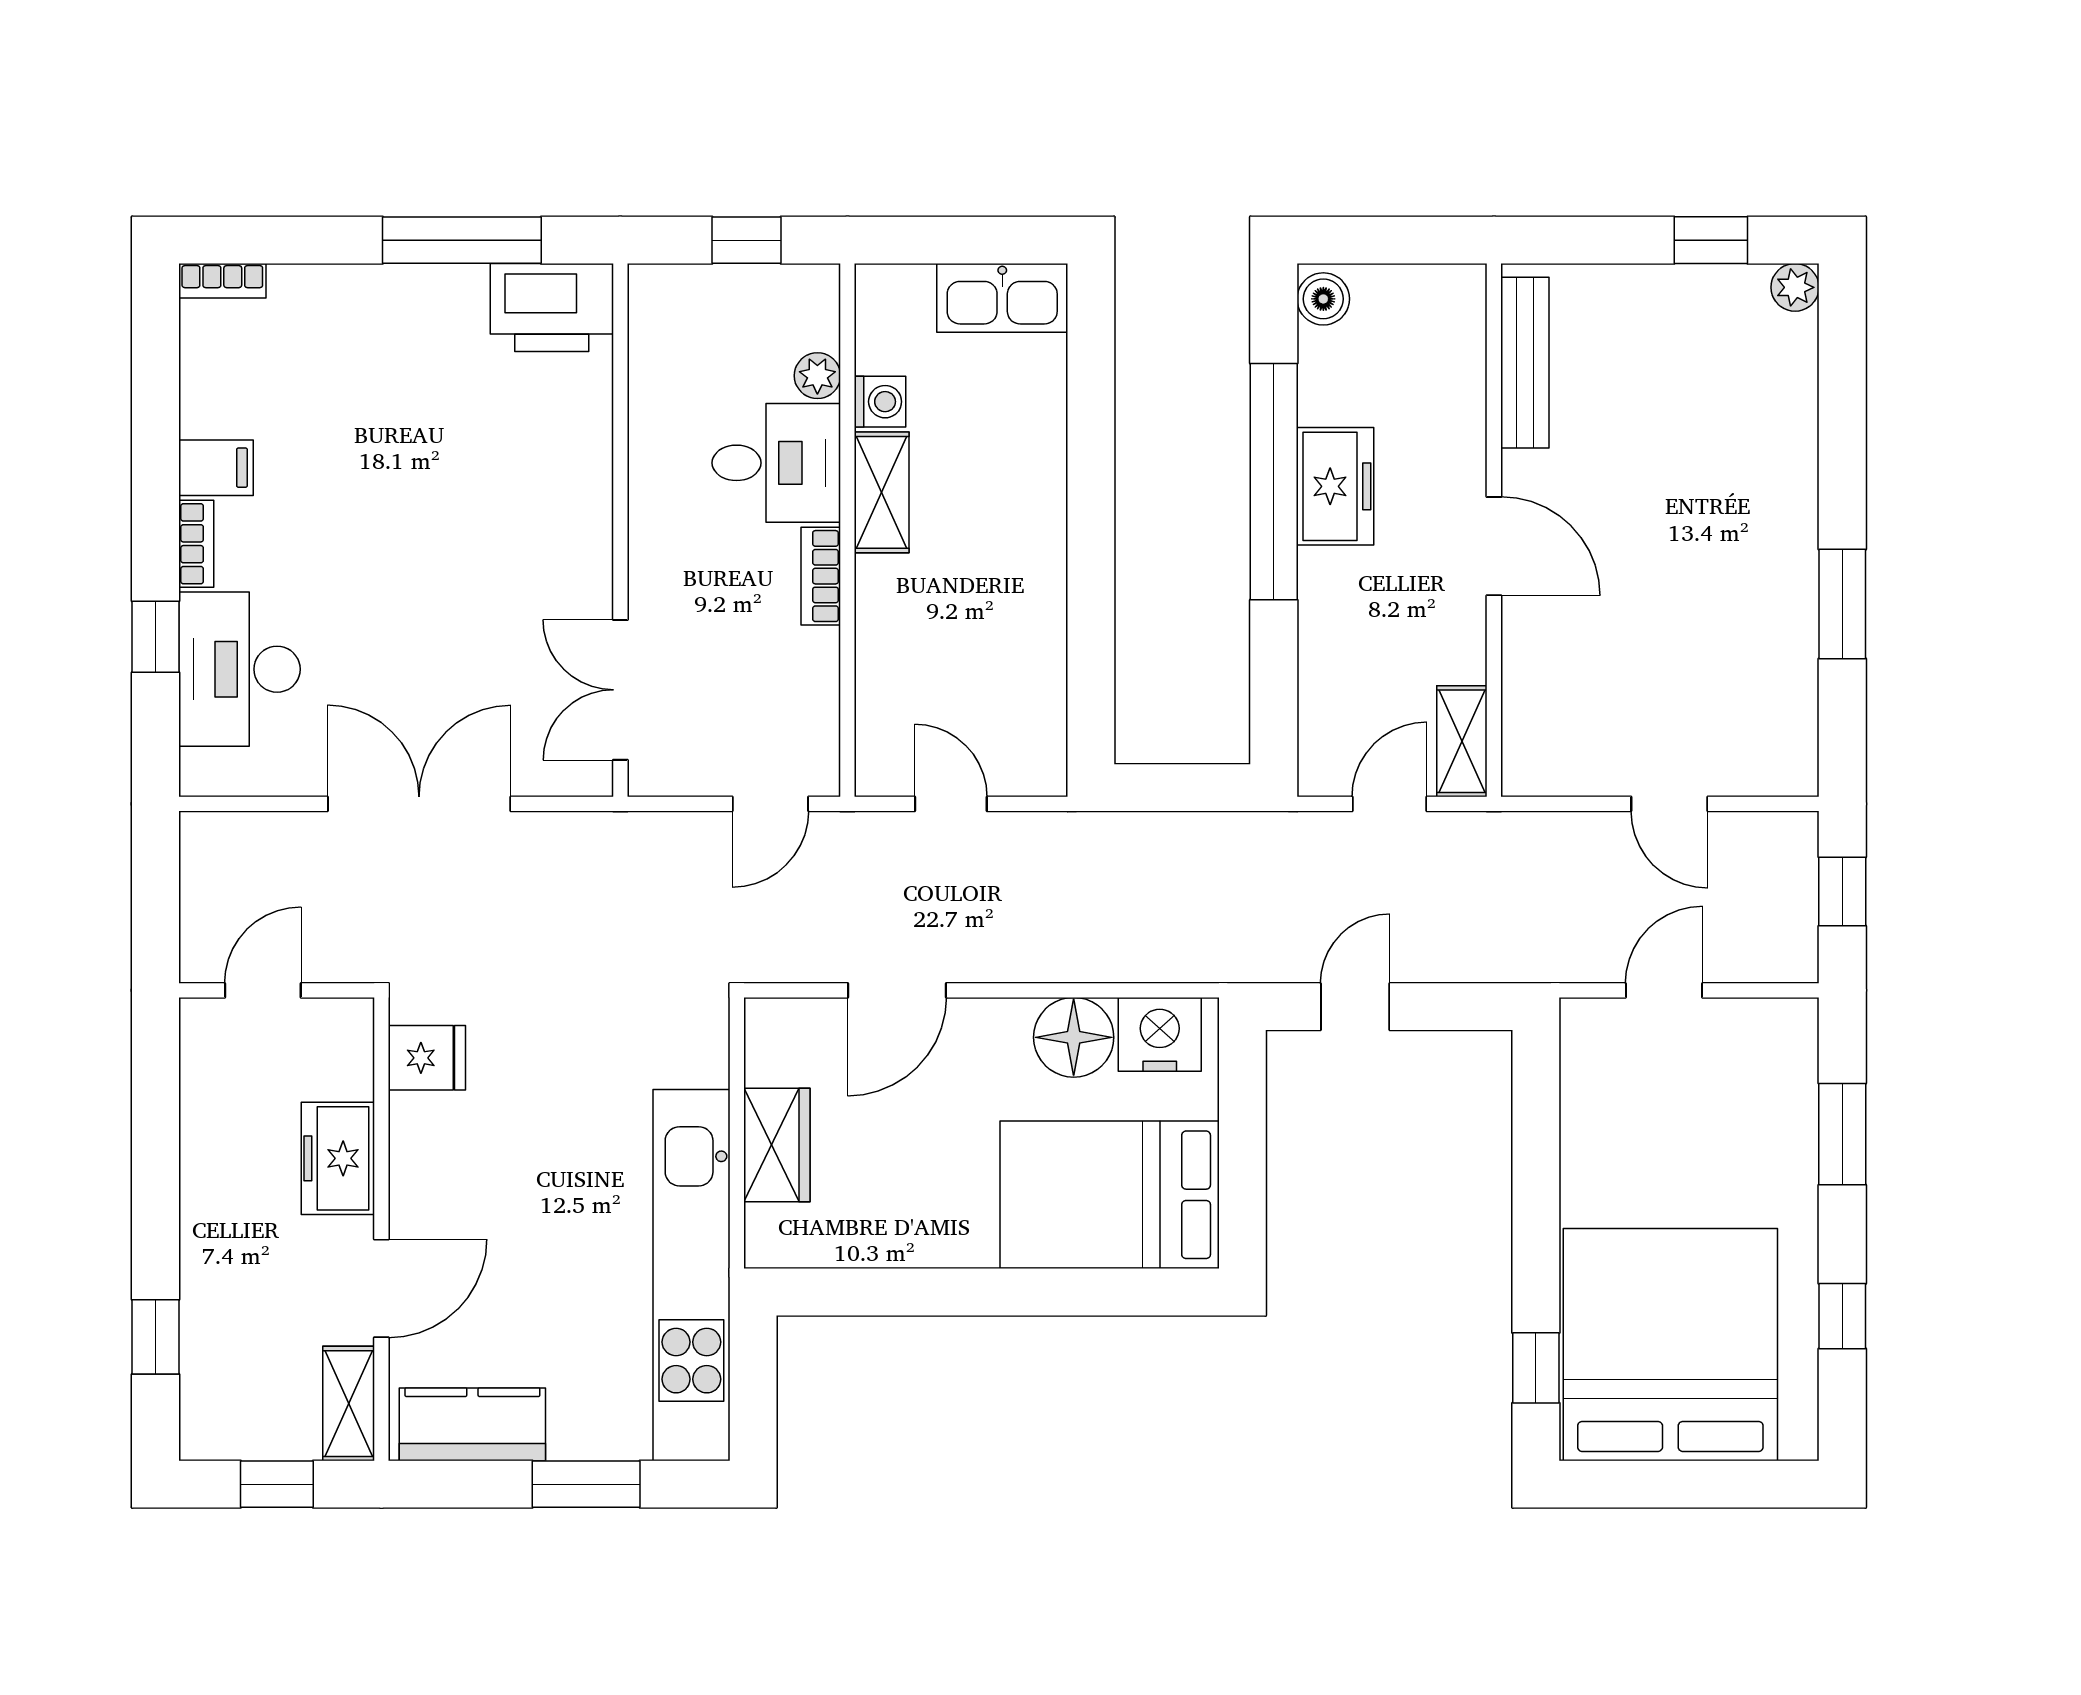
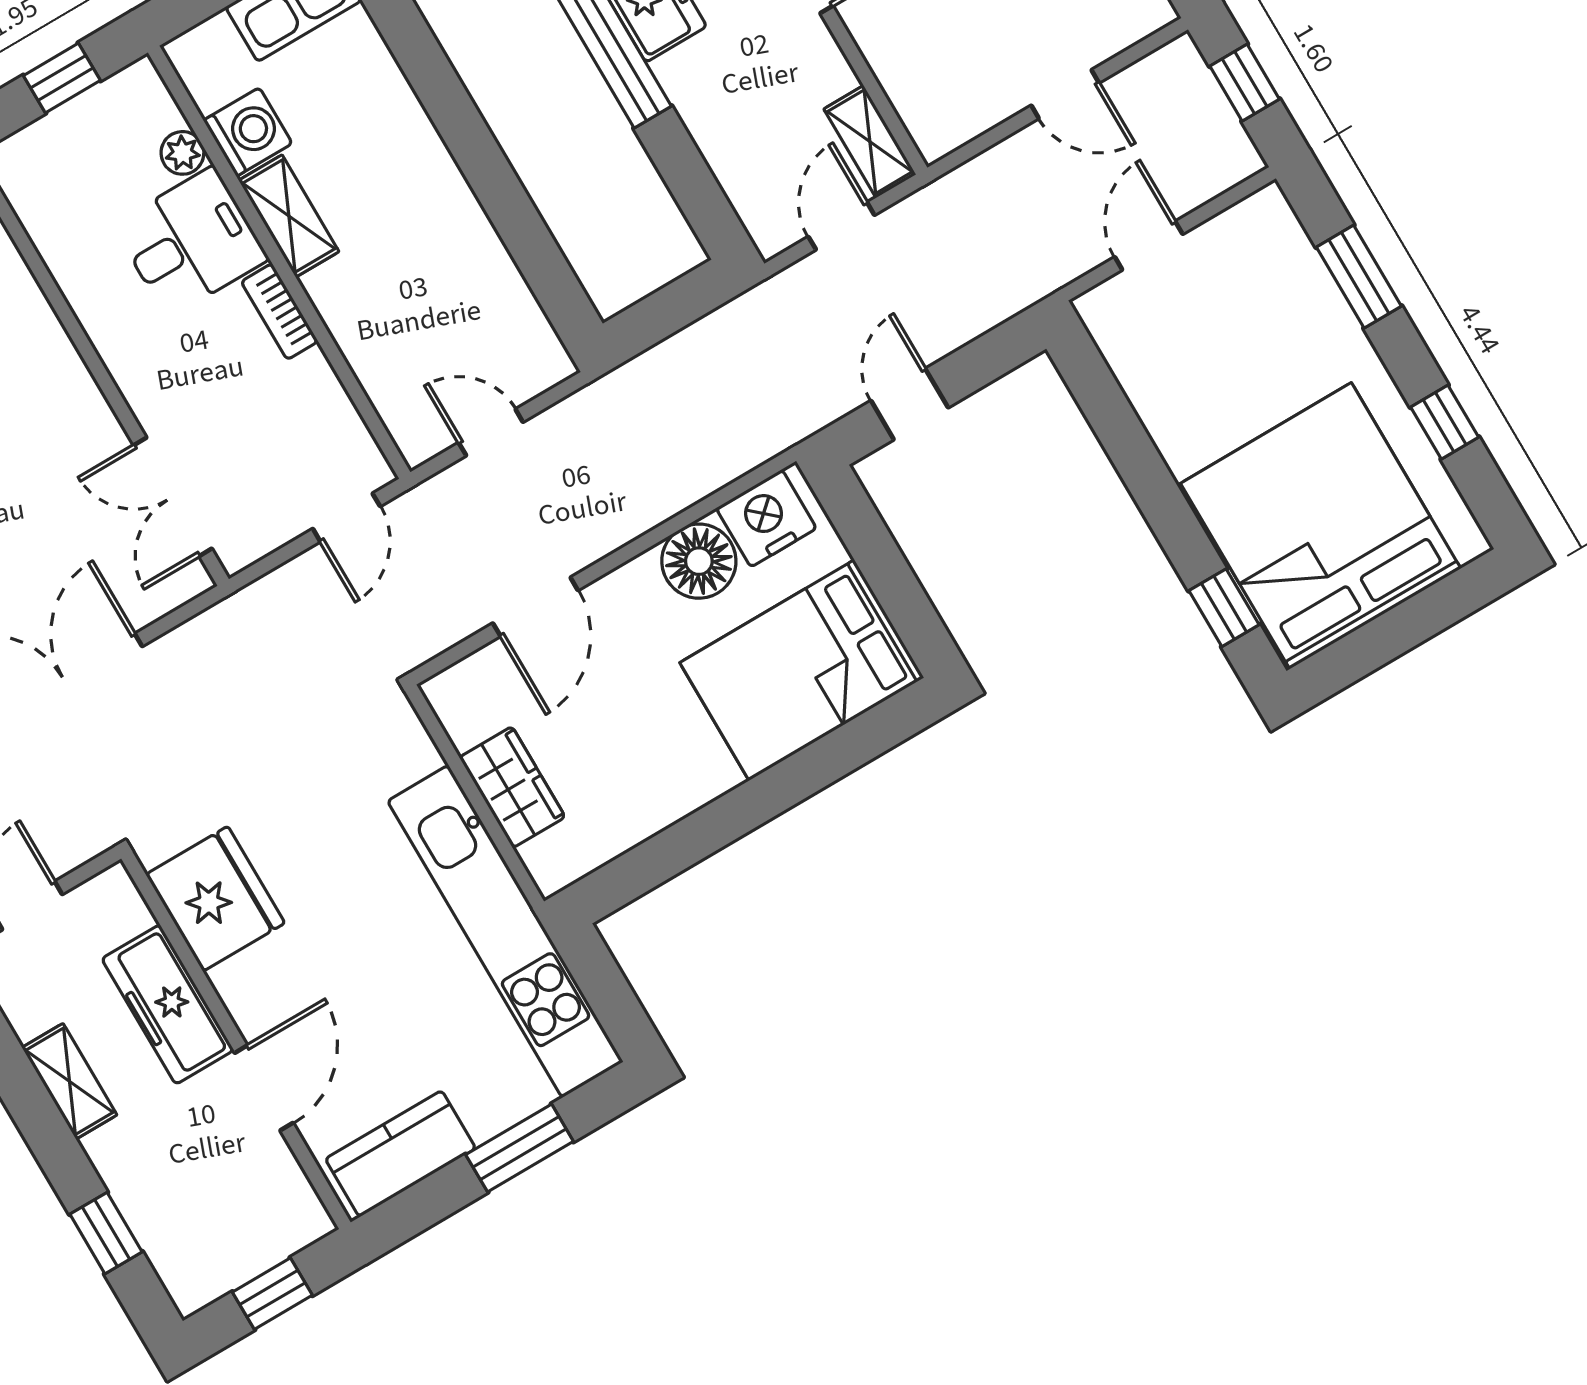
washing machine: (880, 402) -> (248, 132), width x1.38, depth x1.38
fridge: (427, 1058) -> (215, 899), width x1.88, depth x1.34
freezer: (338, 1158) -> (168, 1004), width x1.40
shelving: (349, 1404) -> (69, 1081), moved

